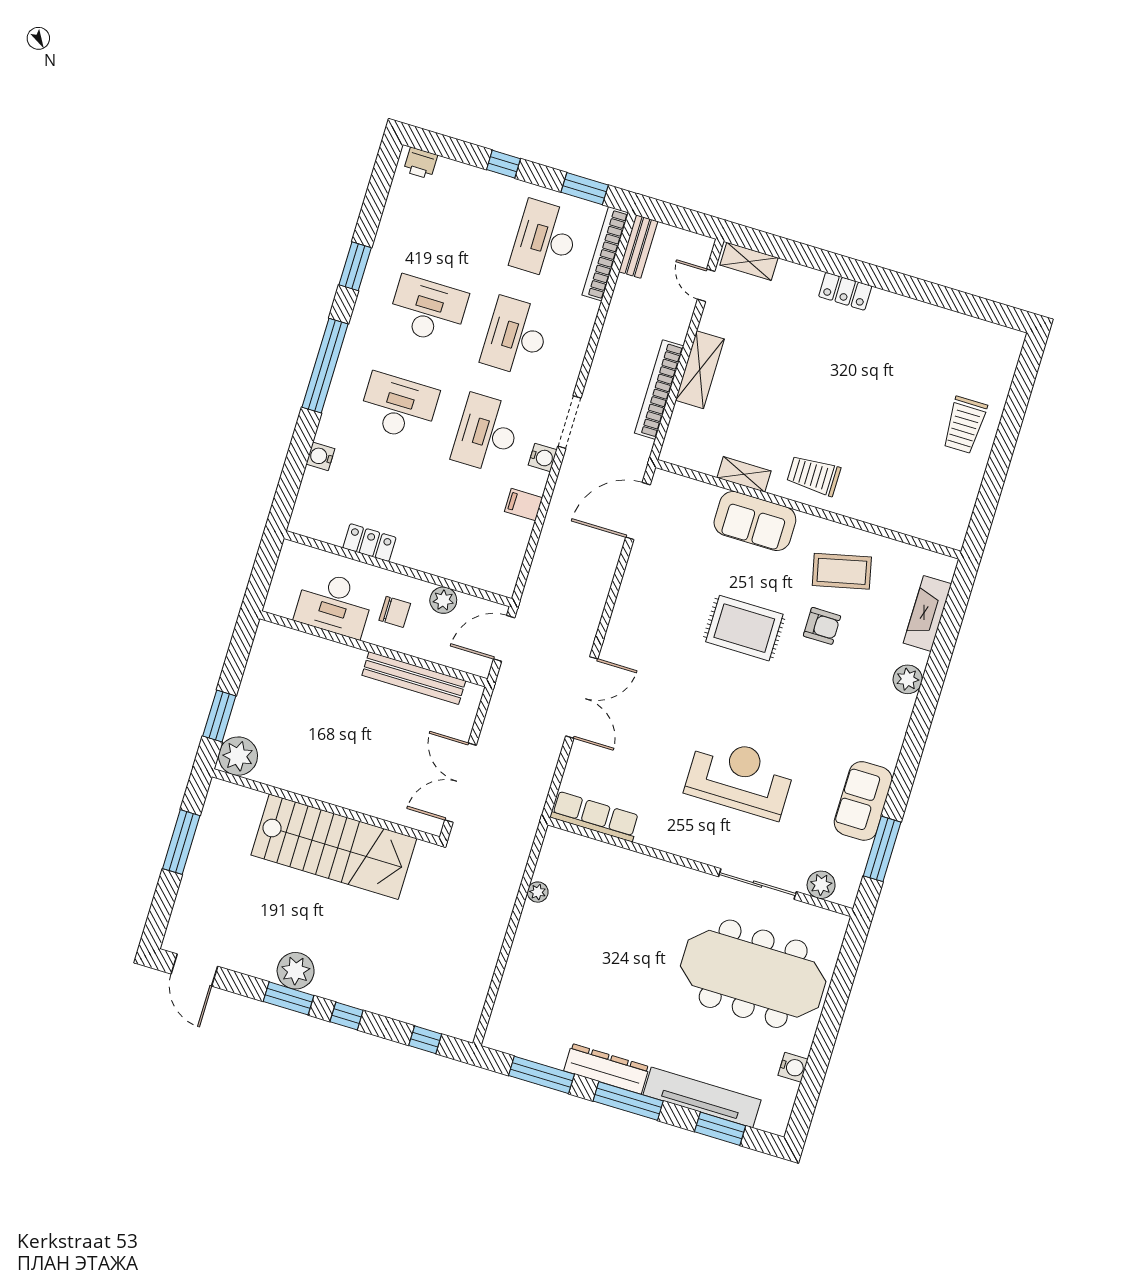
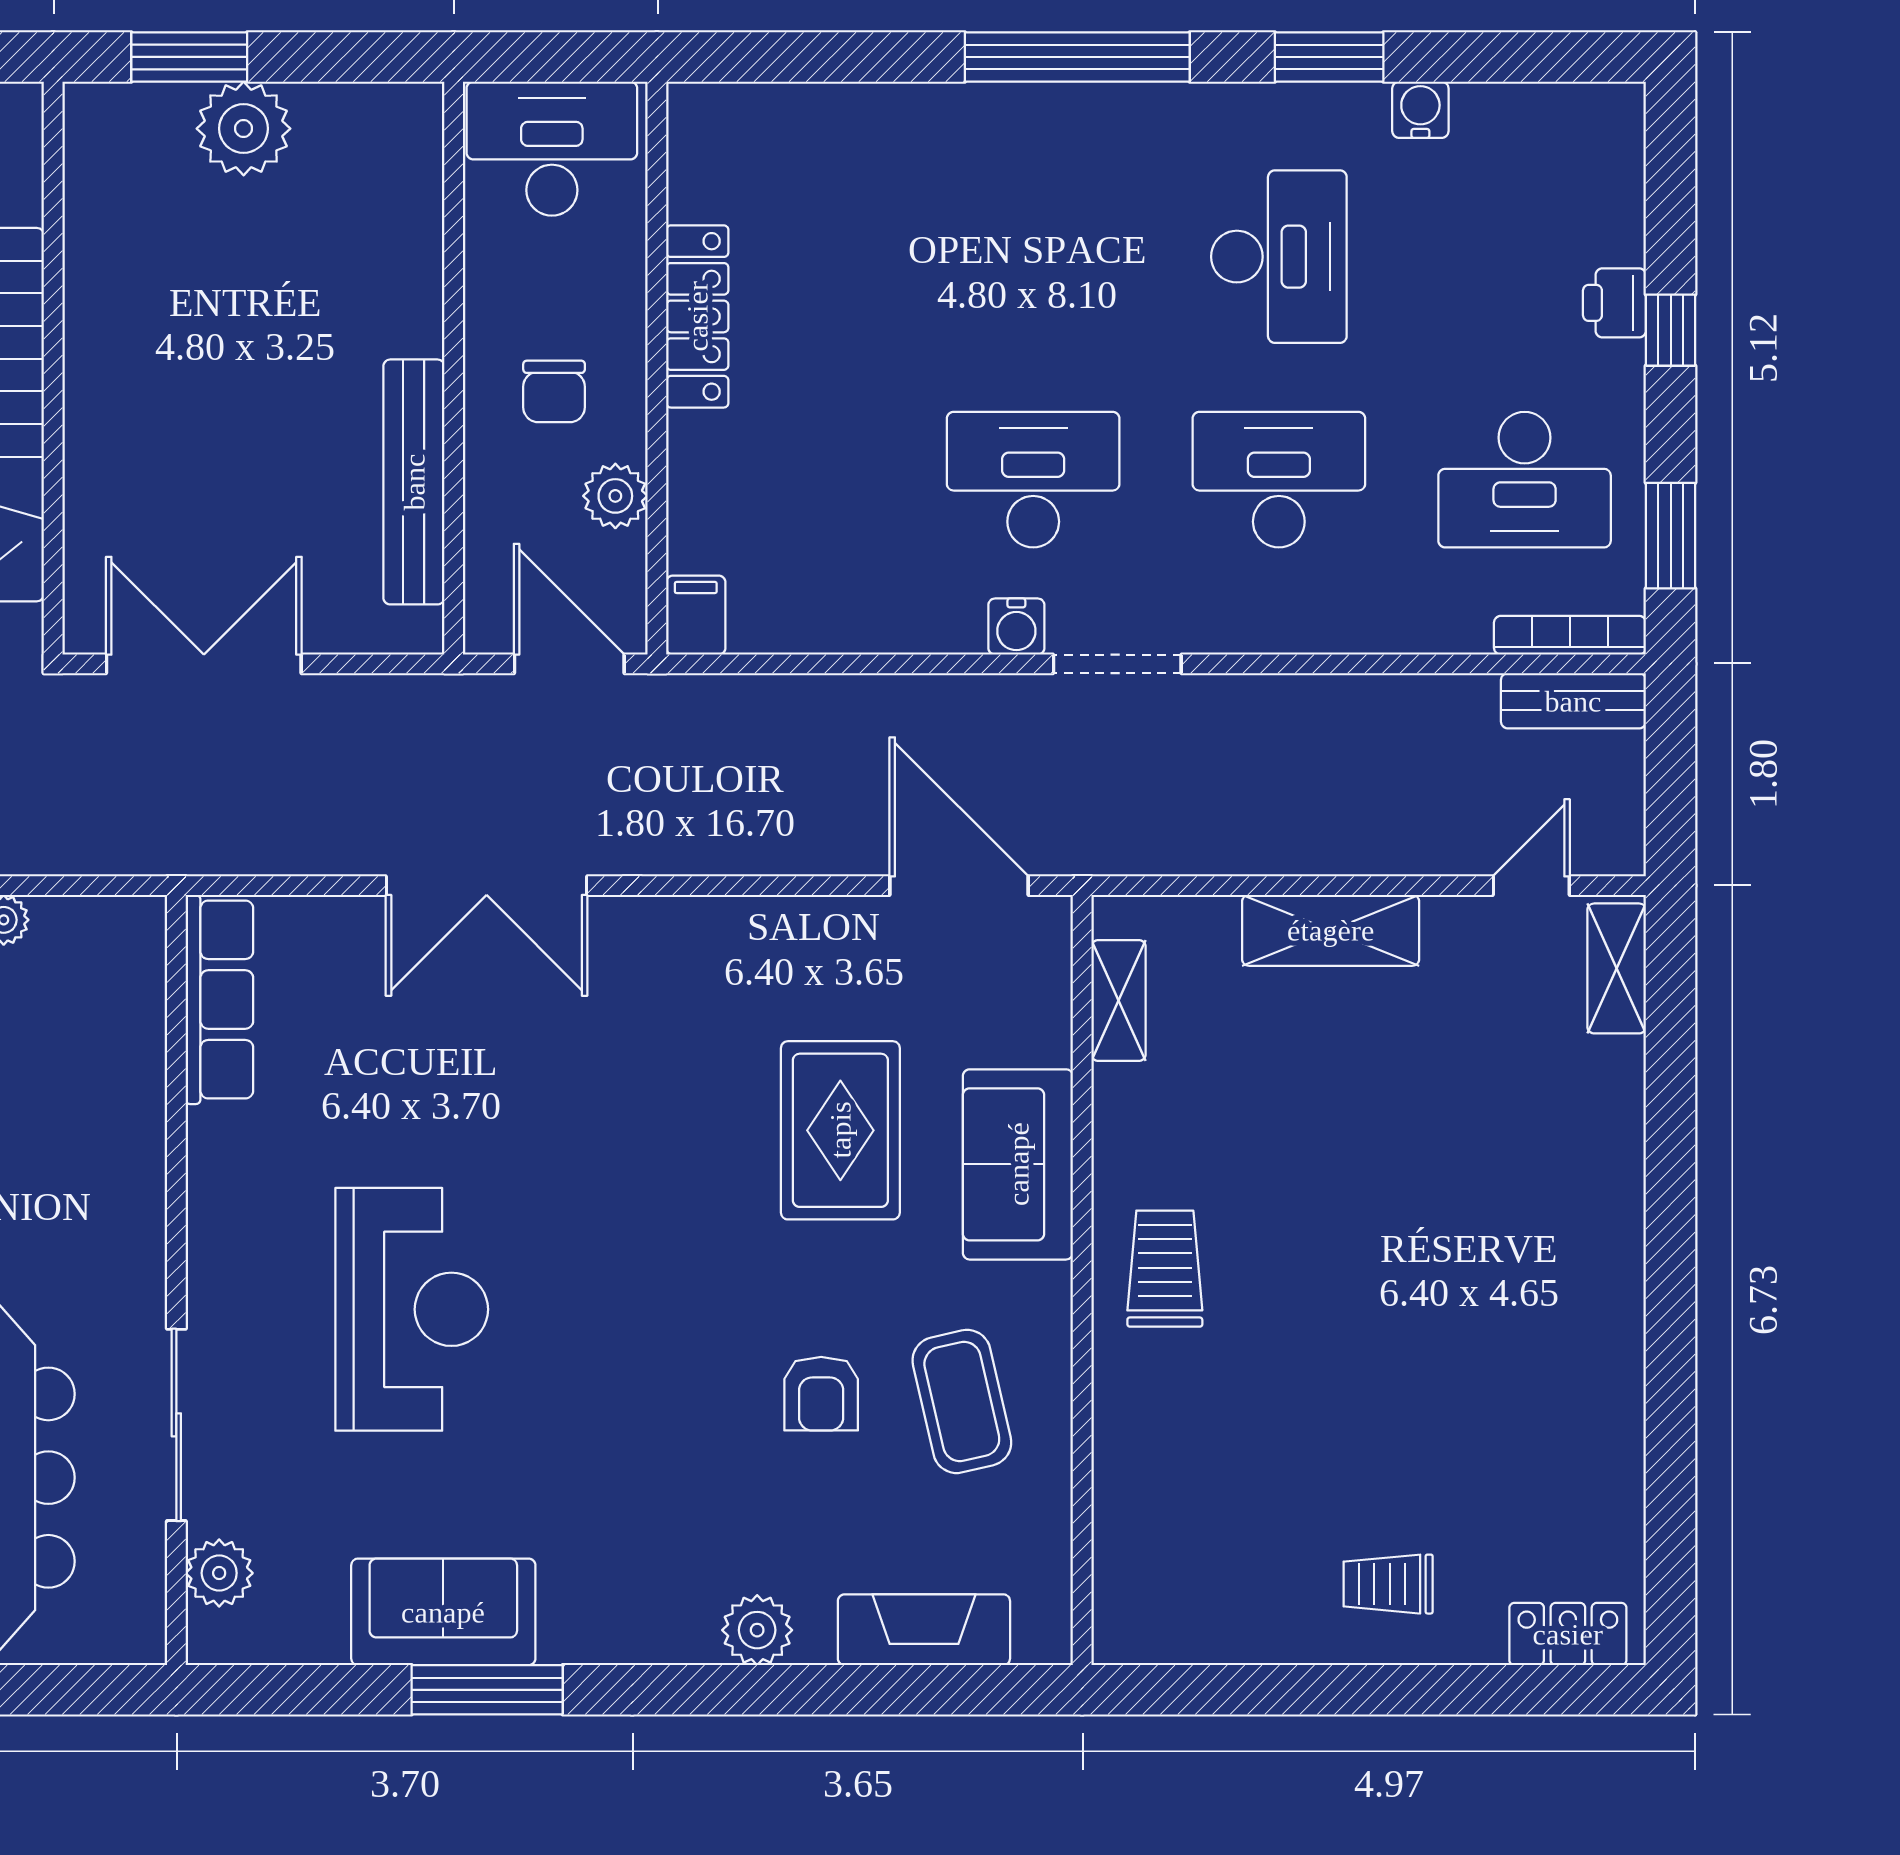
printer: (421, 163) -> (1614, 303), moved
desk: (545, 240) -> (1525, 480), turned 180
bookcase: (605, 254) -> (1570, 635), width x0.68, depth x0.76
locker: (845, 291) -> (1568, 1634), moved, turned 90
bookcase: (659, 390) -> (1256, 850), removed
desk: (399, 407) -> (1033, 257), removed
trolley: (965, 425) -> (1388, 1584), width x0.73, depth x0.72
water cooler: (320, 456) -> (1420, 110), moved
shelving: (744, 474) -> (1118, 1000), moved
filing cabinet: (523, 505) -> (696, 615), moved
locker: (369, 543) -> (697, 316), width x1.53
desk: (334, 604) -> (552, 149), moved, turned 90
rug: (744, 628) -> (840, 1130), moved
plant: (238, 756) -> (244, 129), moved
window: (882, 849) -> (487, 1690), moved

